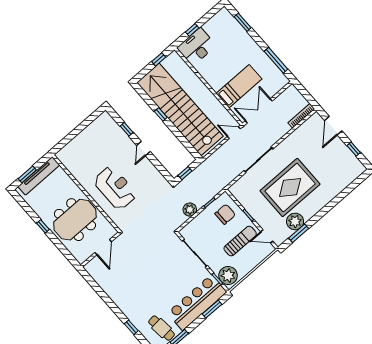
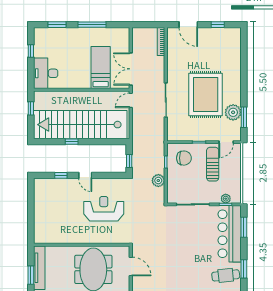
window: (192, 30) -> (31, 51), moved
window: (276, 60) -> (92, 25), moved
reception desk: (115, 188) -> (104, 209), moved
chair: (225, 214) -> (184, 158), turned 90
plant: (228, 276) -> (226, 199), width x0.53, depth x0.53

